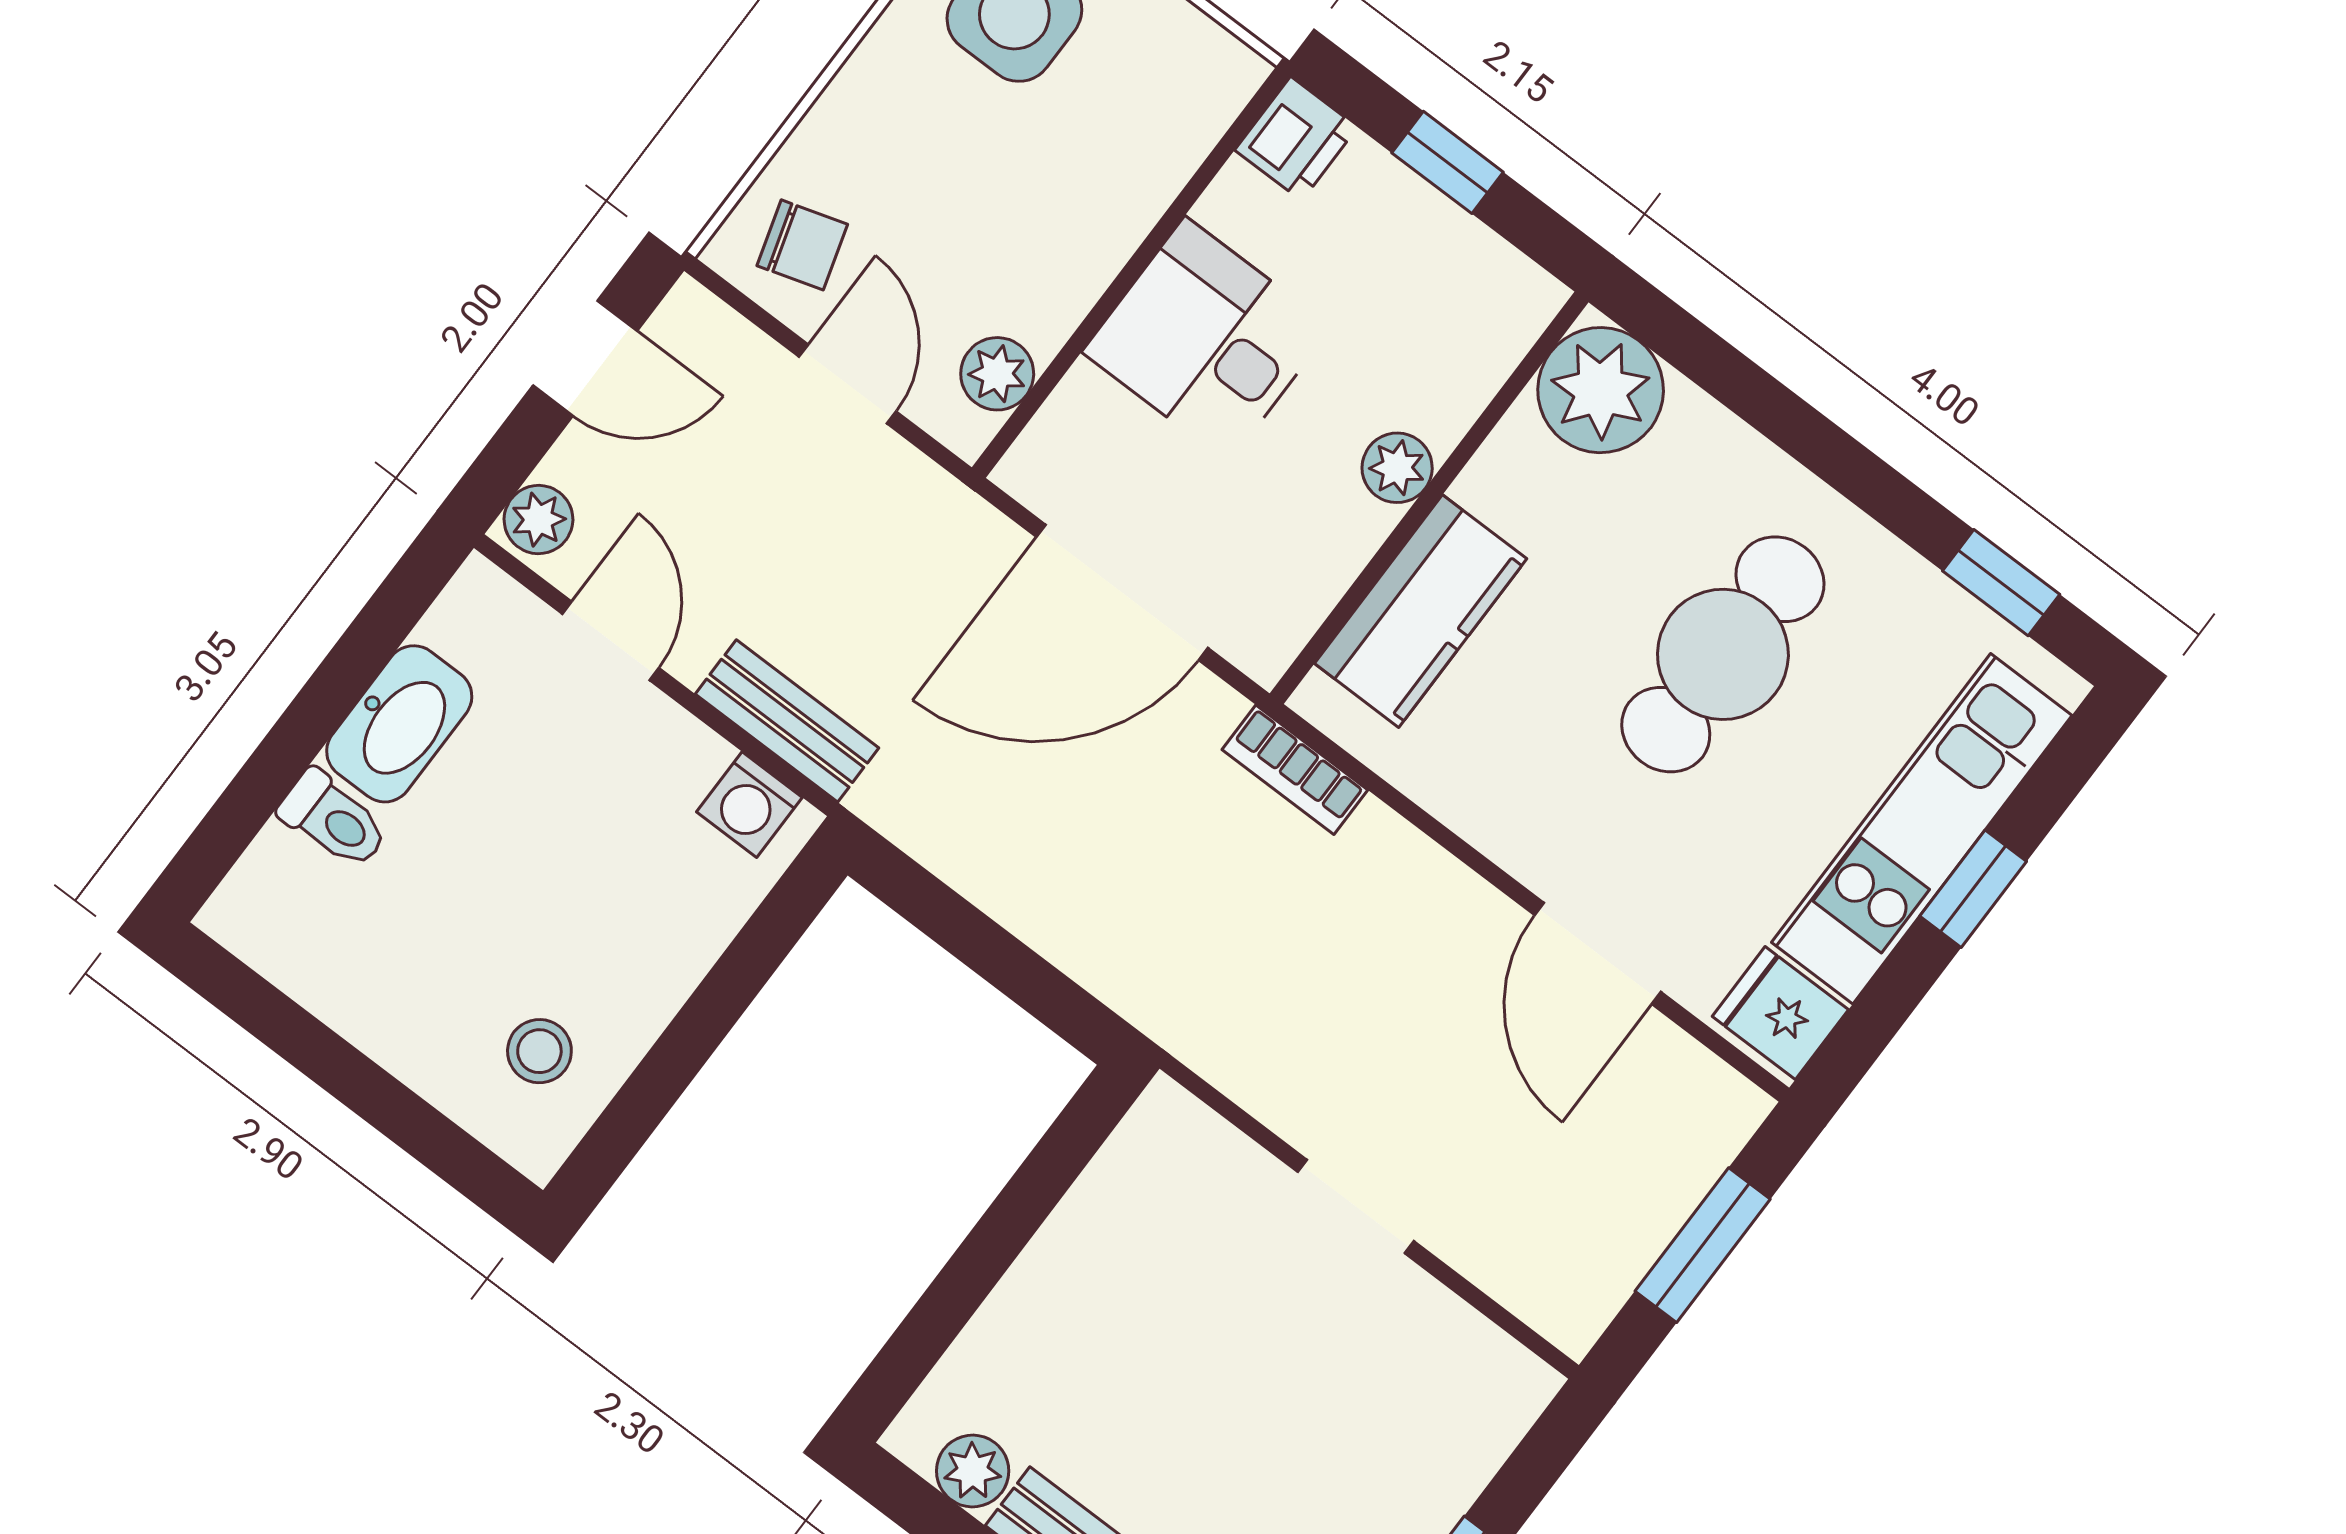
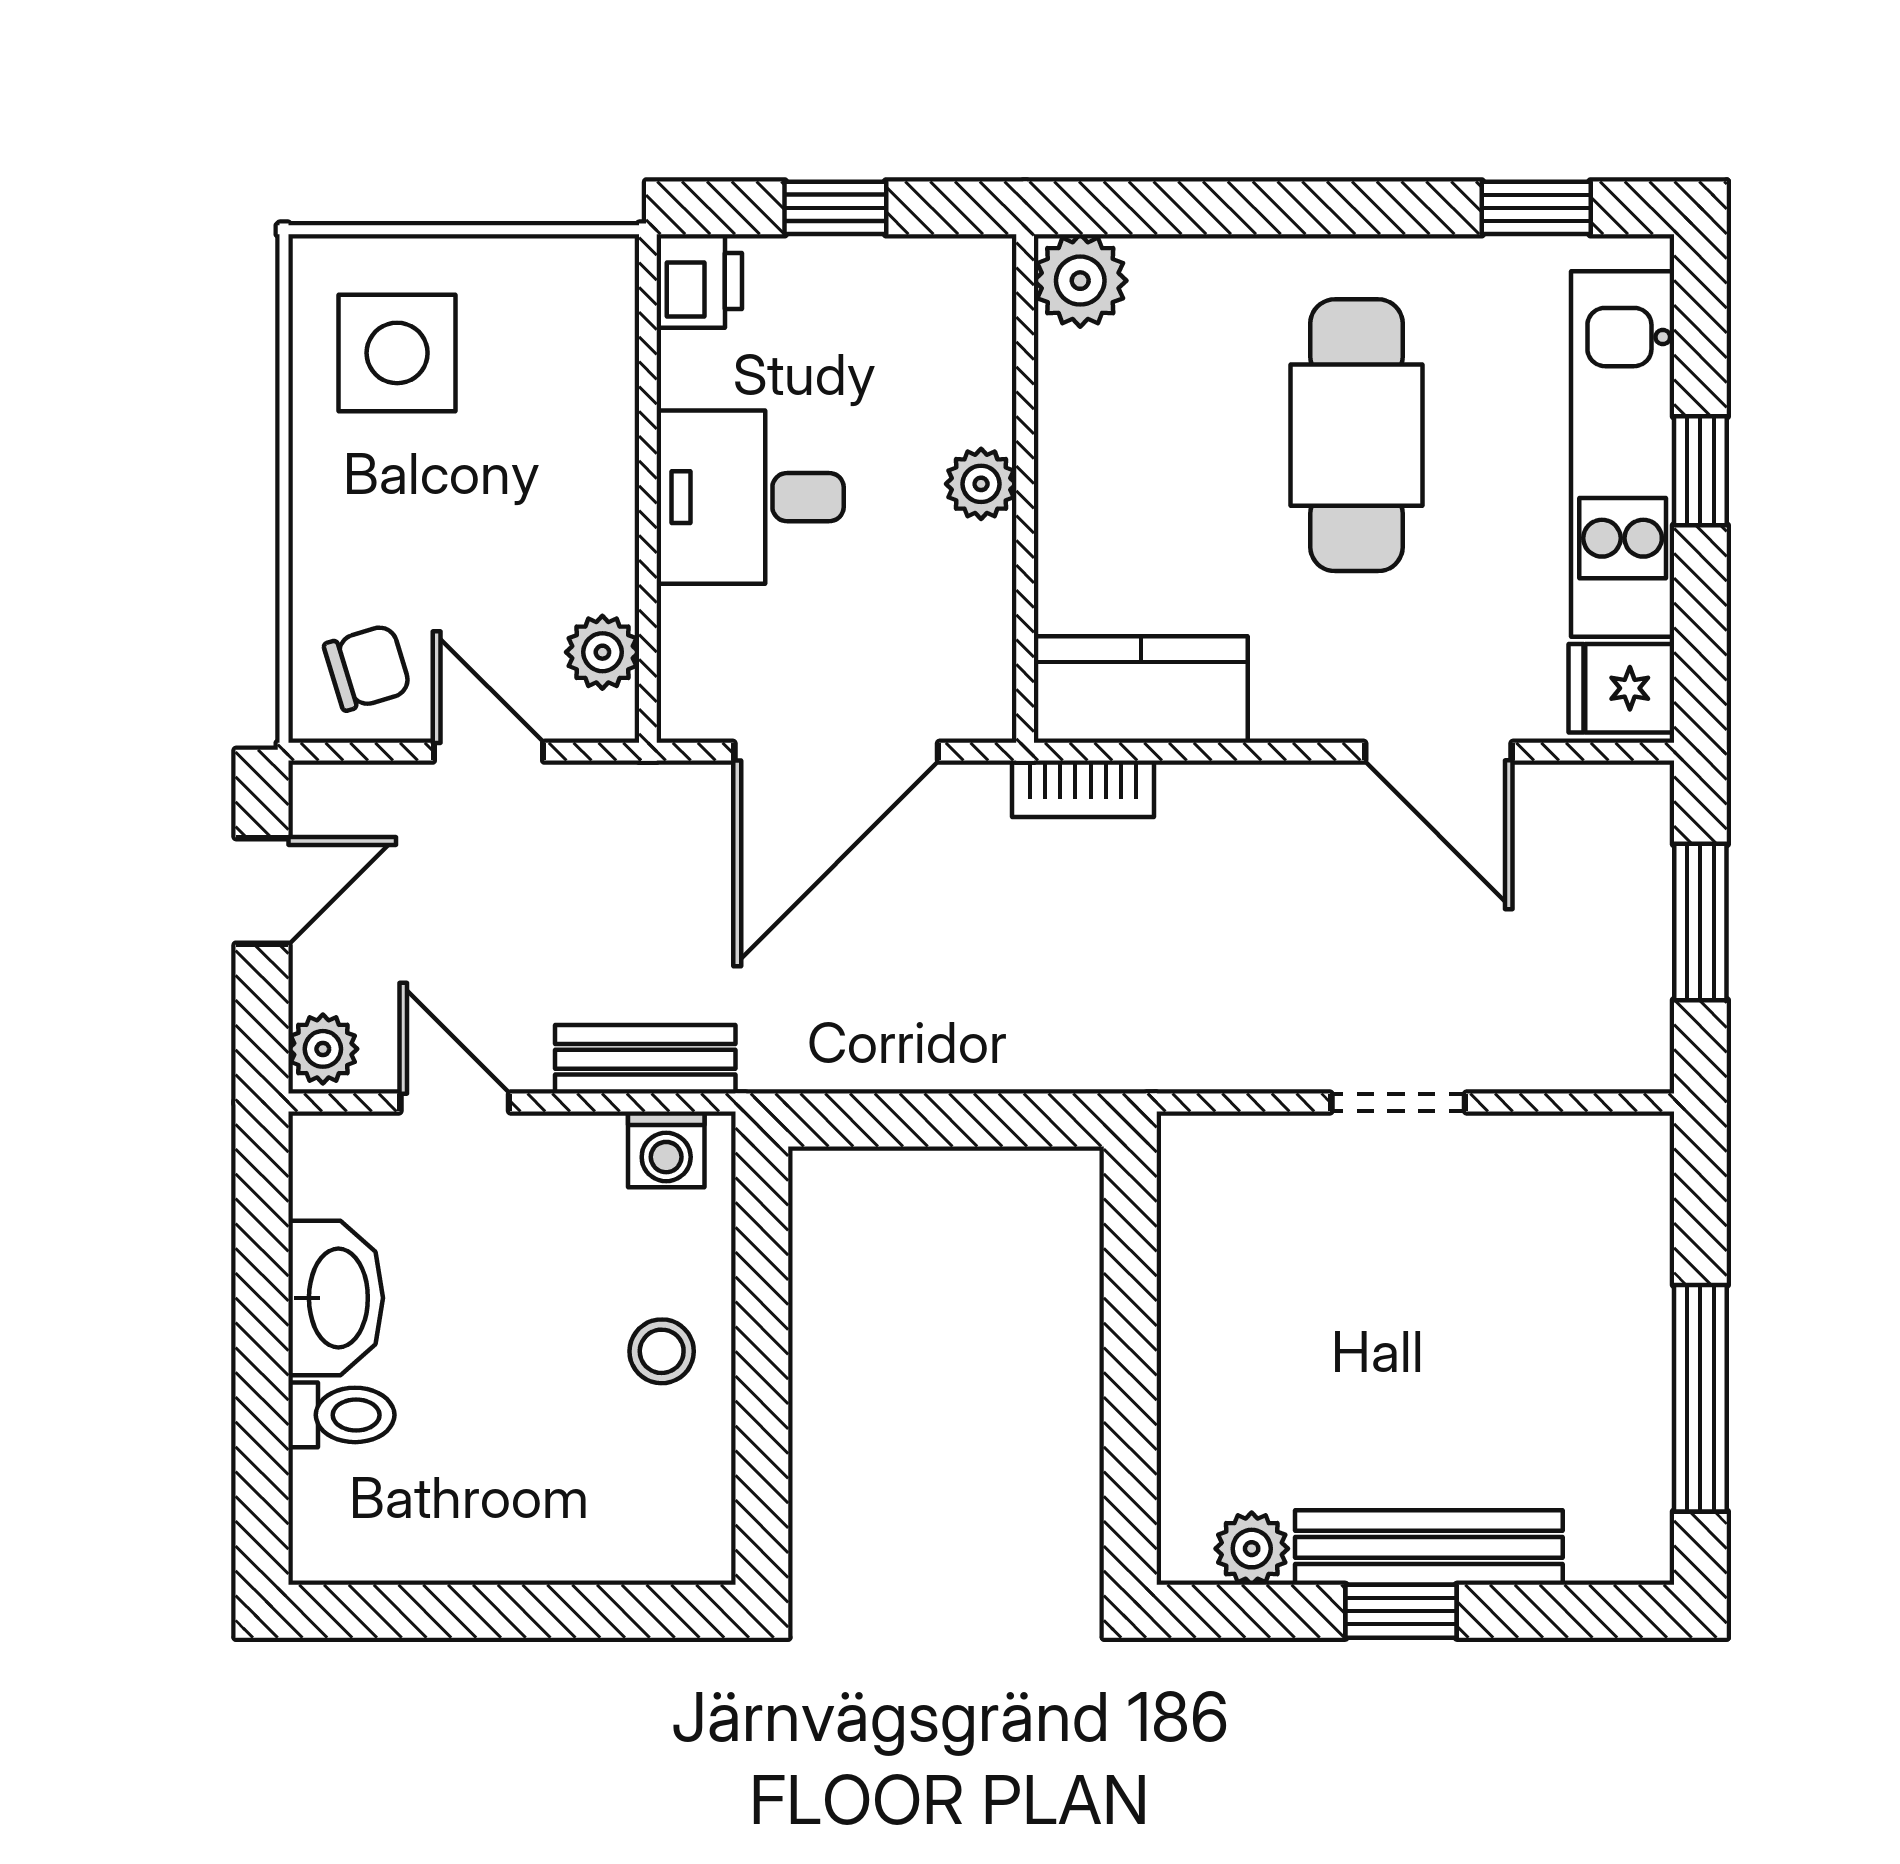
plant: (1601, 390) -> (1080, 281), width x0.73, depth x0.73
kitchen counter: (1421, 611) -> (1141, 689), moved, turned -90
stool: (539, 1051) -> (662, 1351), moved

